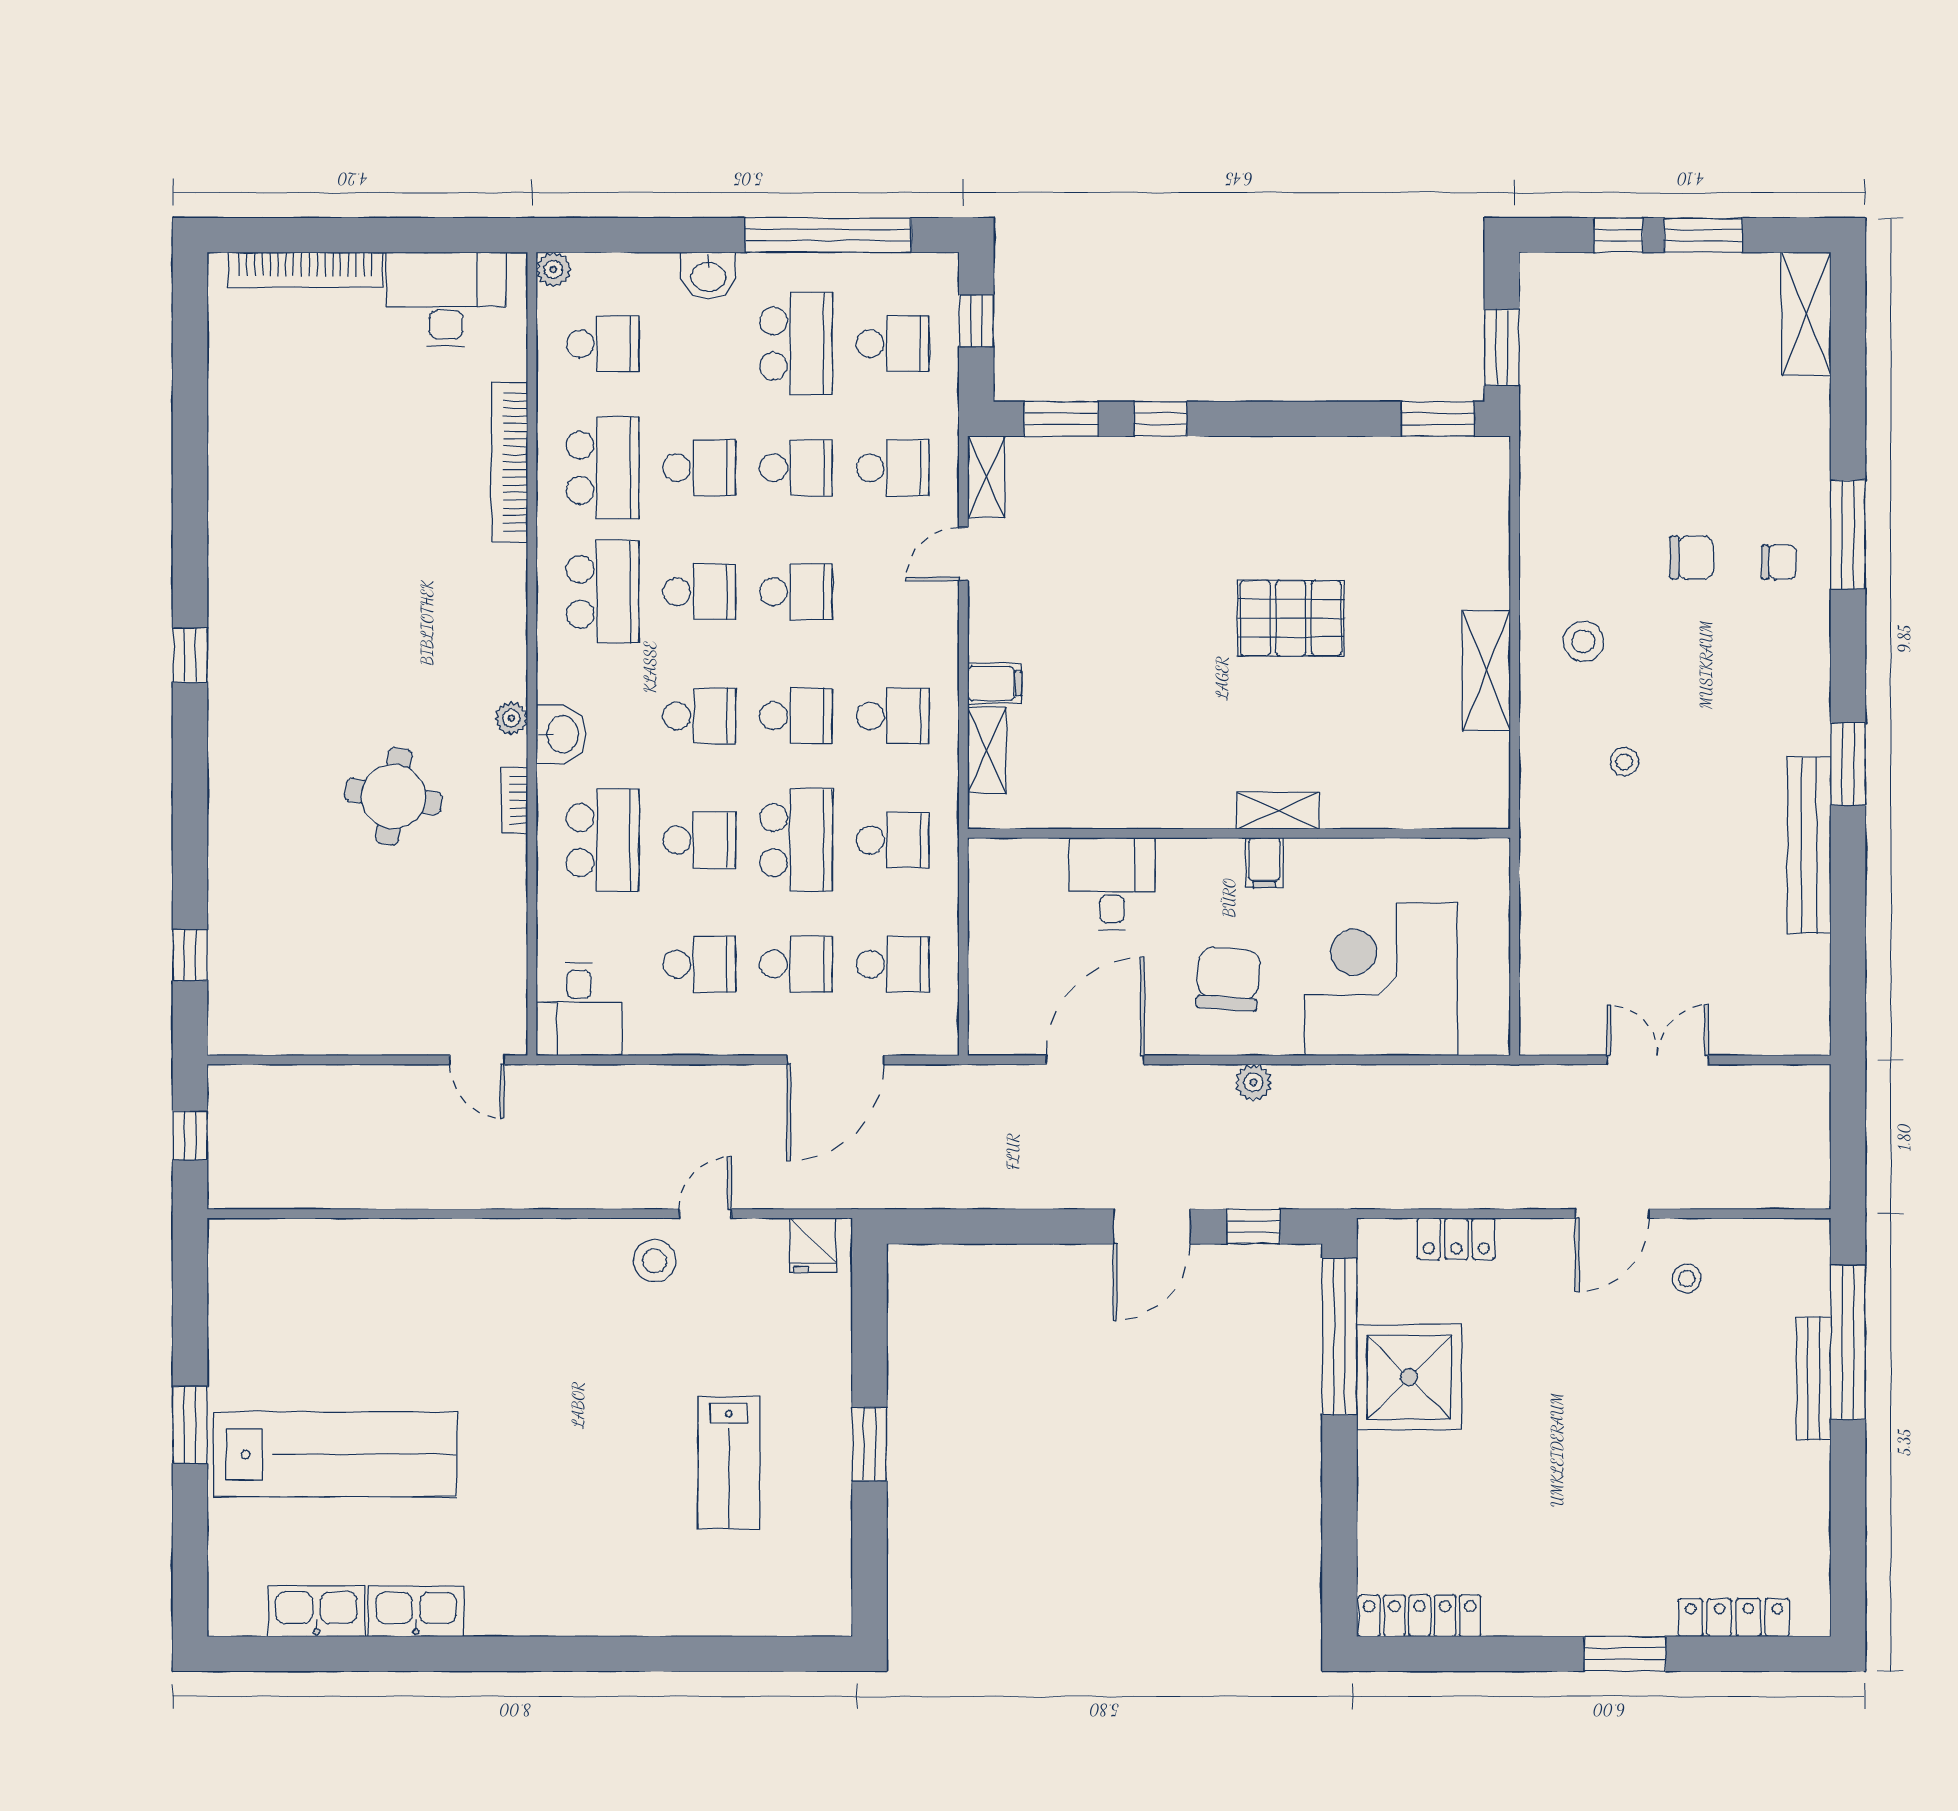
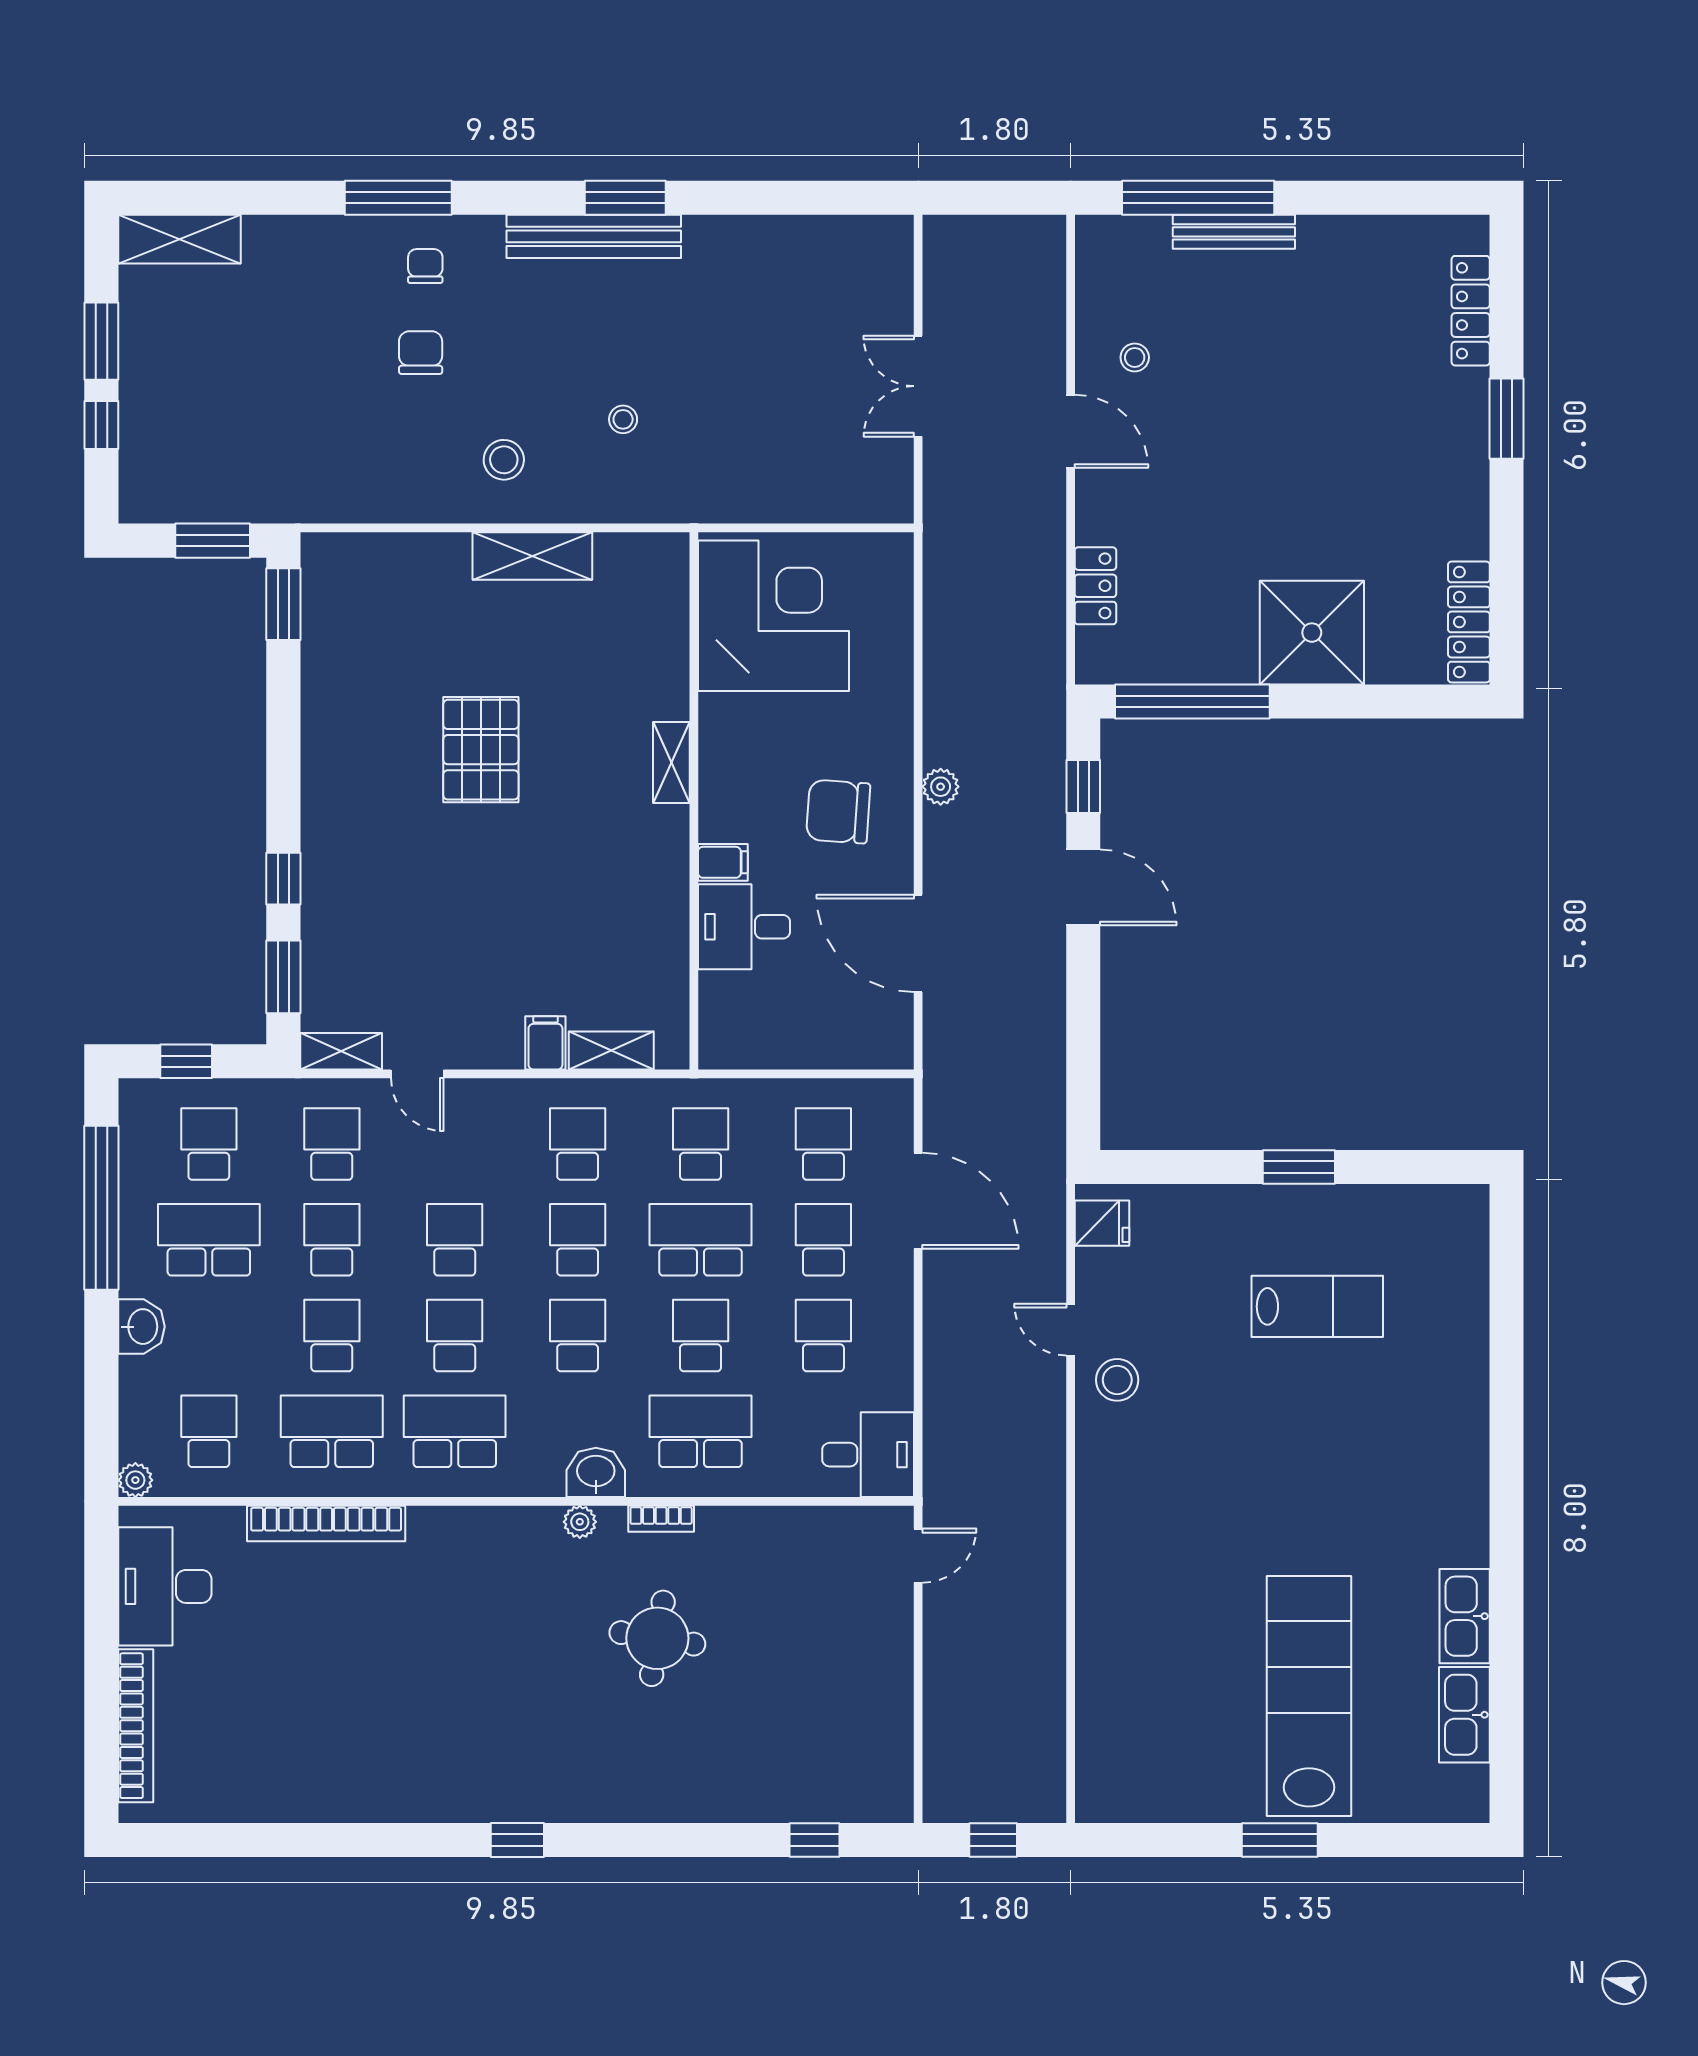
bench: (1809, 845) -> (594, 236), moved
filing cabinet: (1264, 863) -> (723, 862), moved
corner desk: (1381, 979) -> (774, 616), moved, turned 180
shower: (1409, 1377) -> (1312, 633), moved

